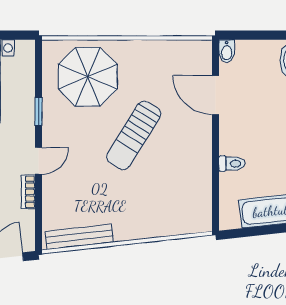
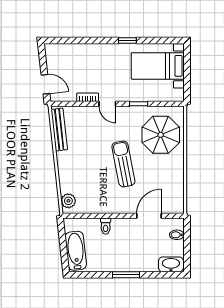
bidet: (227, 51) -> (177, 235), moved
sun lounger: (134, 135) -> (123, 164), turned 47
plant: (192, 222) -> (68, 201), added

